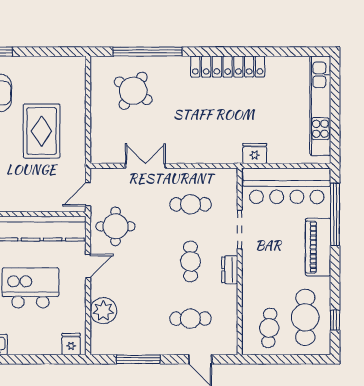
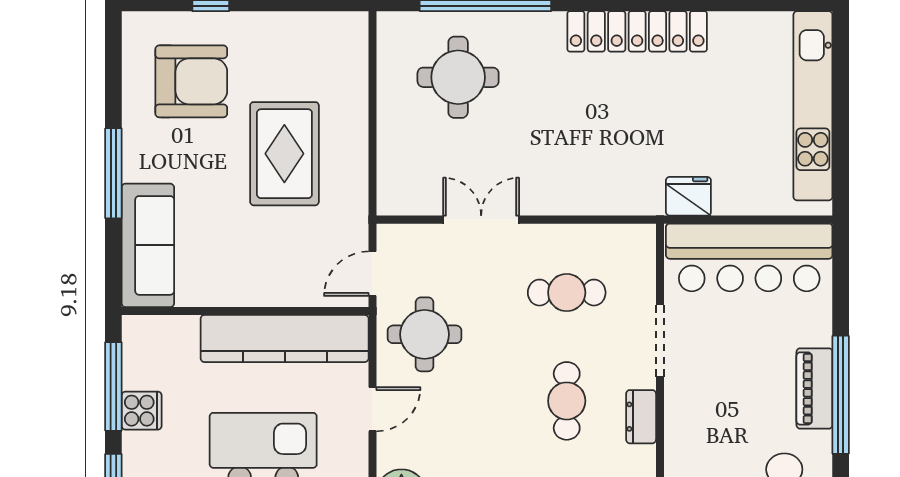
round table: (133, 91) -> (458, 77), turned -33
window: (335, 214) -> (841, 395), moved
piano: (318, 247) -> (814, 388), width x0.73, depth x0.75

